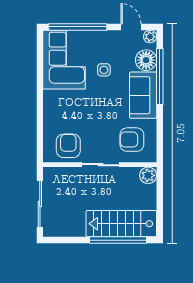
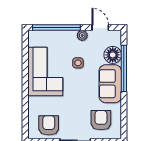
plant: (150, 37) -> (82, 35), moved
corner sofa: (64, 60) -> (45, 71), moved
armchair: (132, 140) -> (101, 120), turned 90

